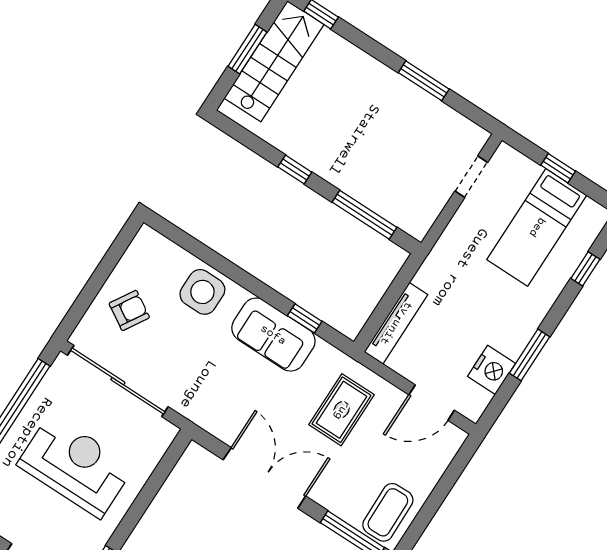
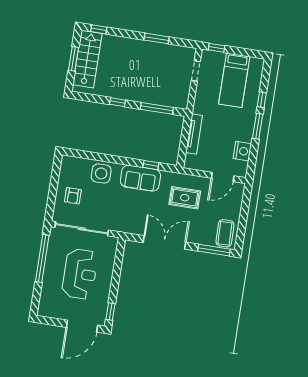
window: (558, 168) -> (217, 48), moved
window: (585, 269) -> (262, 100), moved
armchair: (129, 310) -> (73, 196), turned 149
tv unit: (396, 323) -> (194, 134), moved
window: (529, 355) -> (258, 126), moved
rug: (342, 410) -> (185, 198), turned 90
reception desk: (76, 466) -> (80, 274), turned 90

